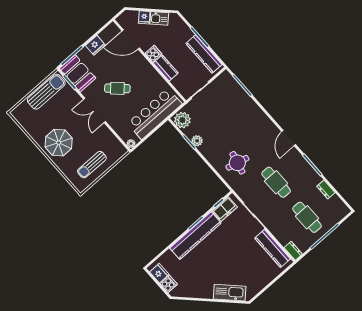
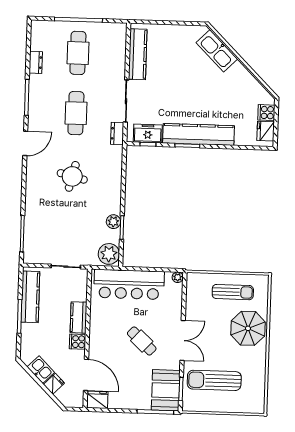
fridge: (95, 45) -> (98, 400), moved
sun lounger: (46, 92) -> (214, 380), moved
parasol: (59, 143) -> (248, 328), moved
round table: (237, 163) -> (72, 176), moved
dresser: (293, 251) -> (117, 133), moved

